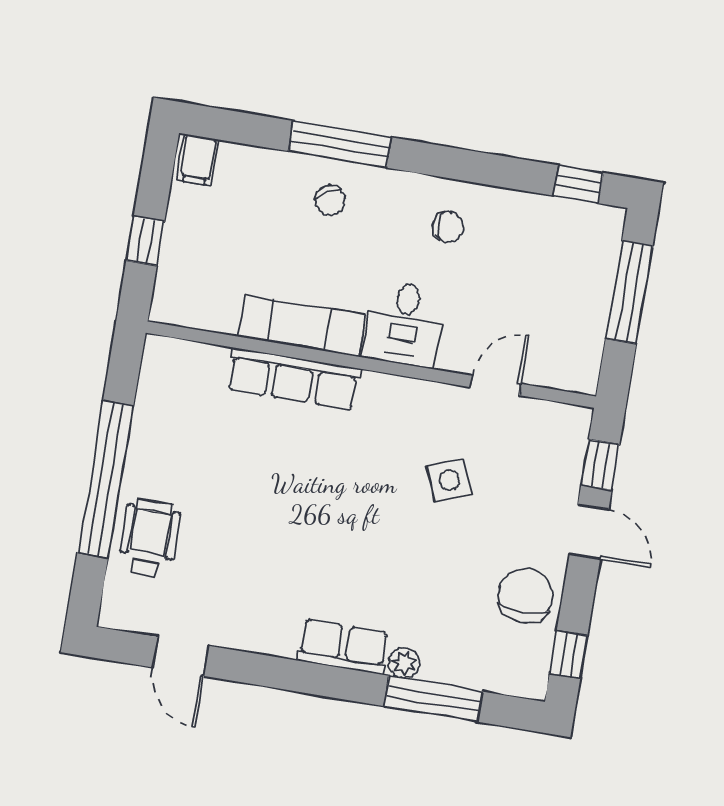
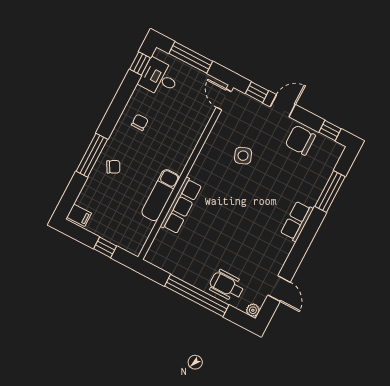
desk: (404, 324) -> (159, 78), moved, turned 180
door: (496, 386) -> (224, 99), moved
door: (181, 657) -> (279, 289), hinge flipped
plant: (404, 663) -> (253, 310), moved

